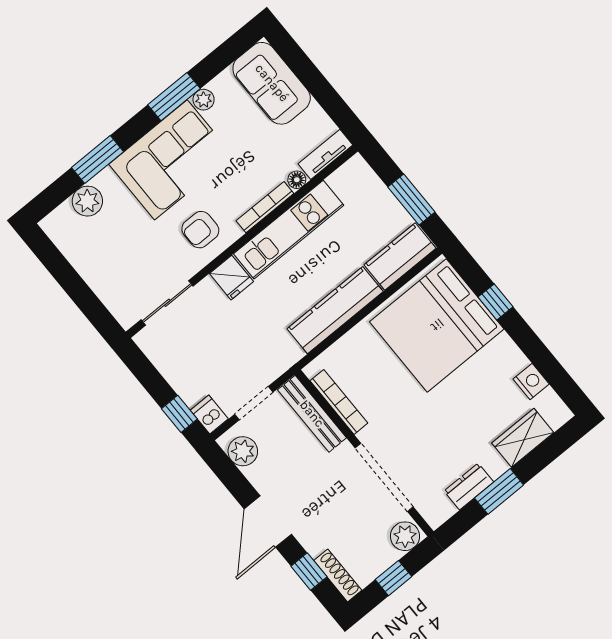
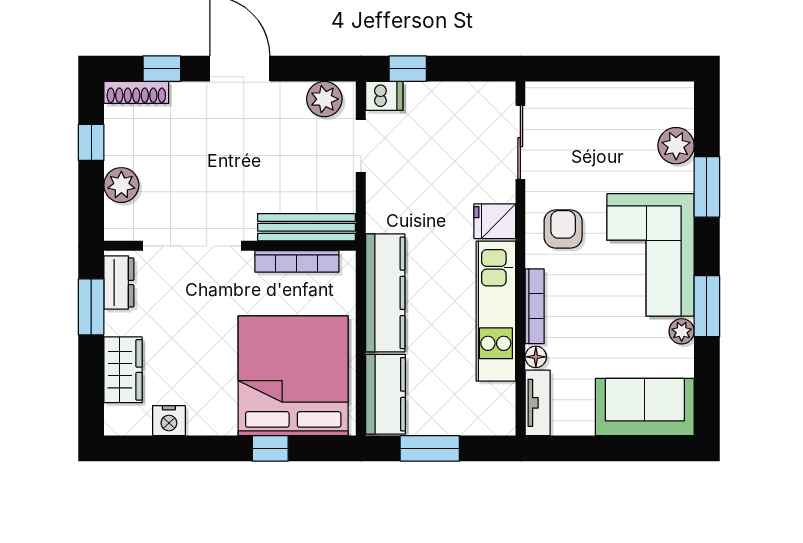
bookcase: (339, 402) -> (297, 261), moved
bench: (312, 414) -> (306, 227), moved
wall: (364, 453) -> (230, 246), moved
doorway: (384, 477) -> (192, 246), moved

